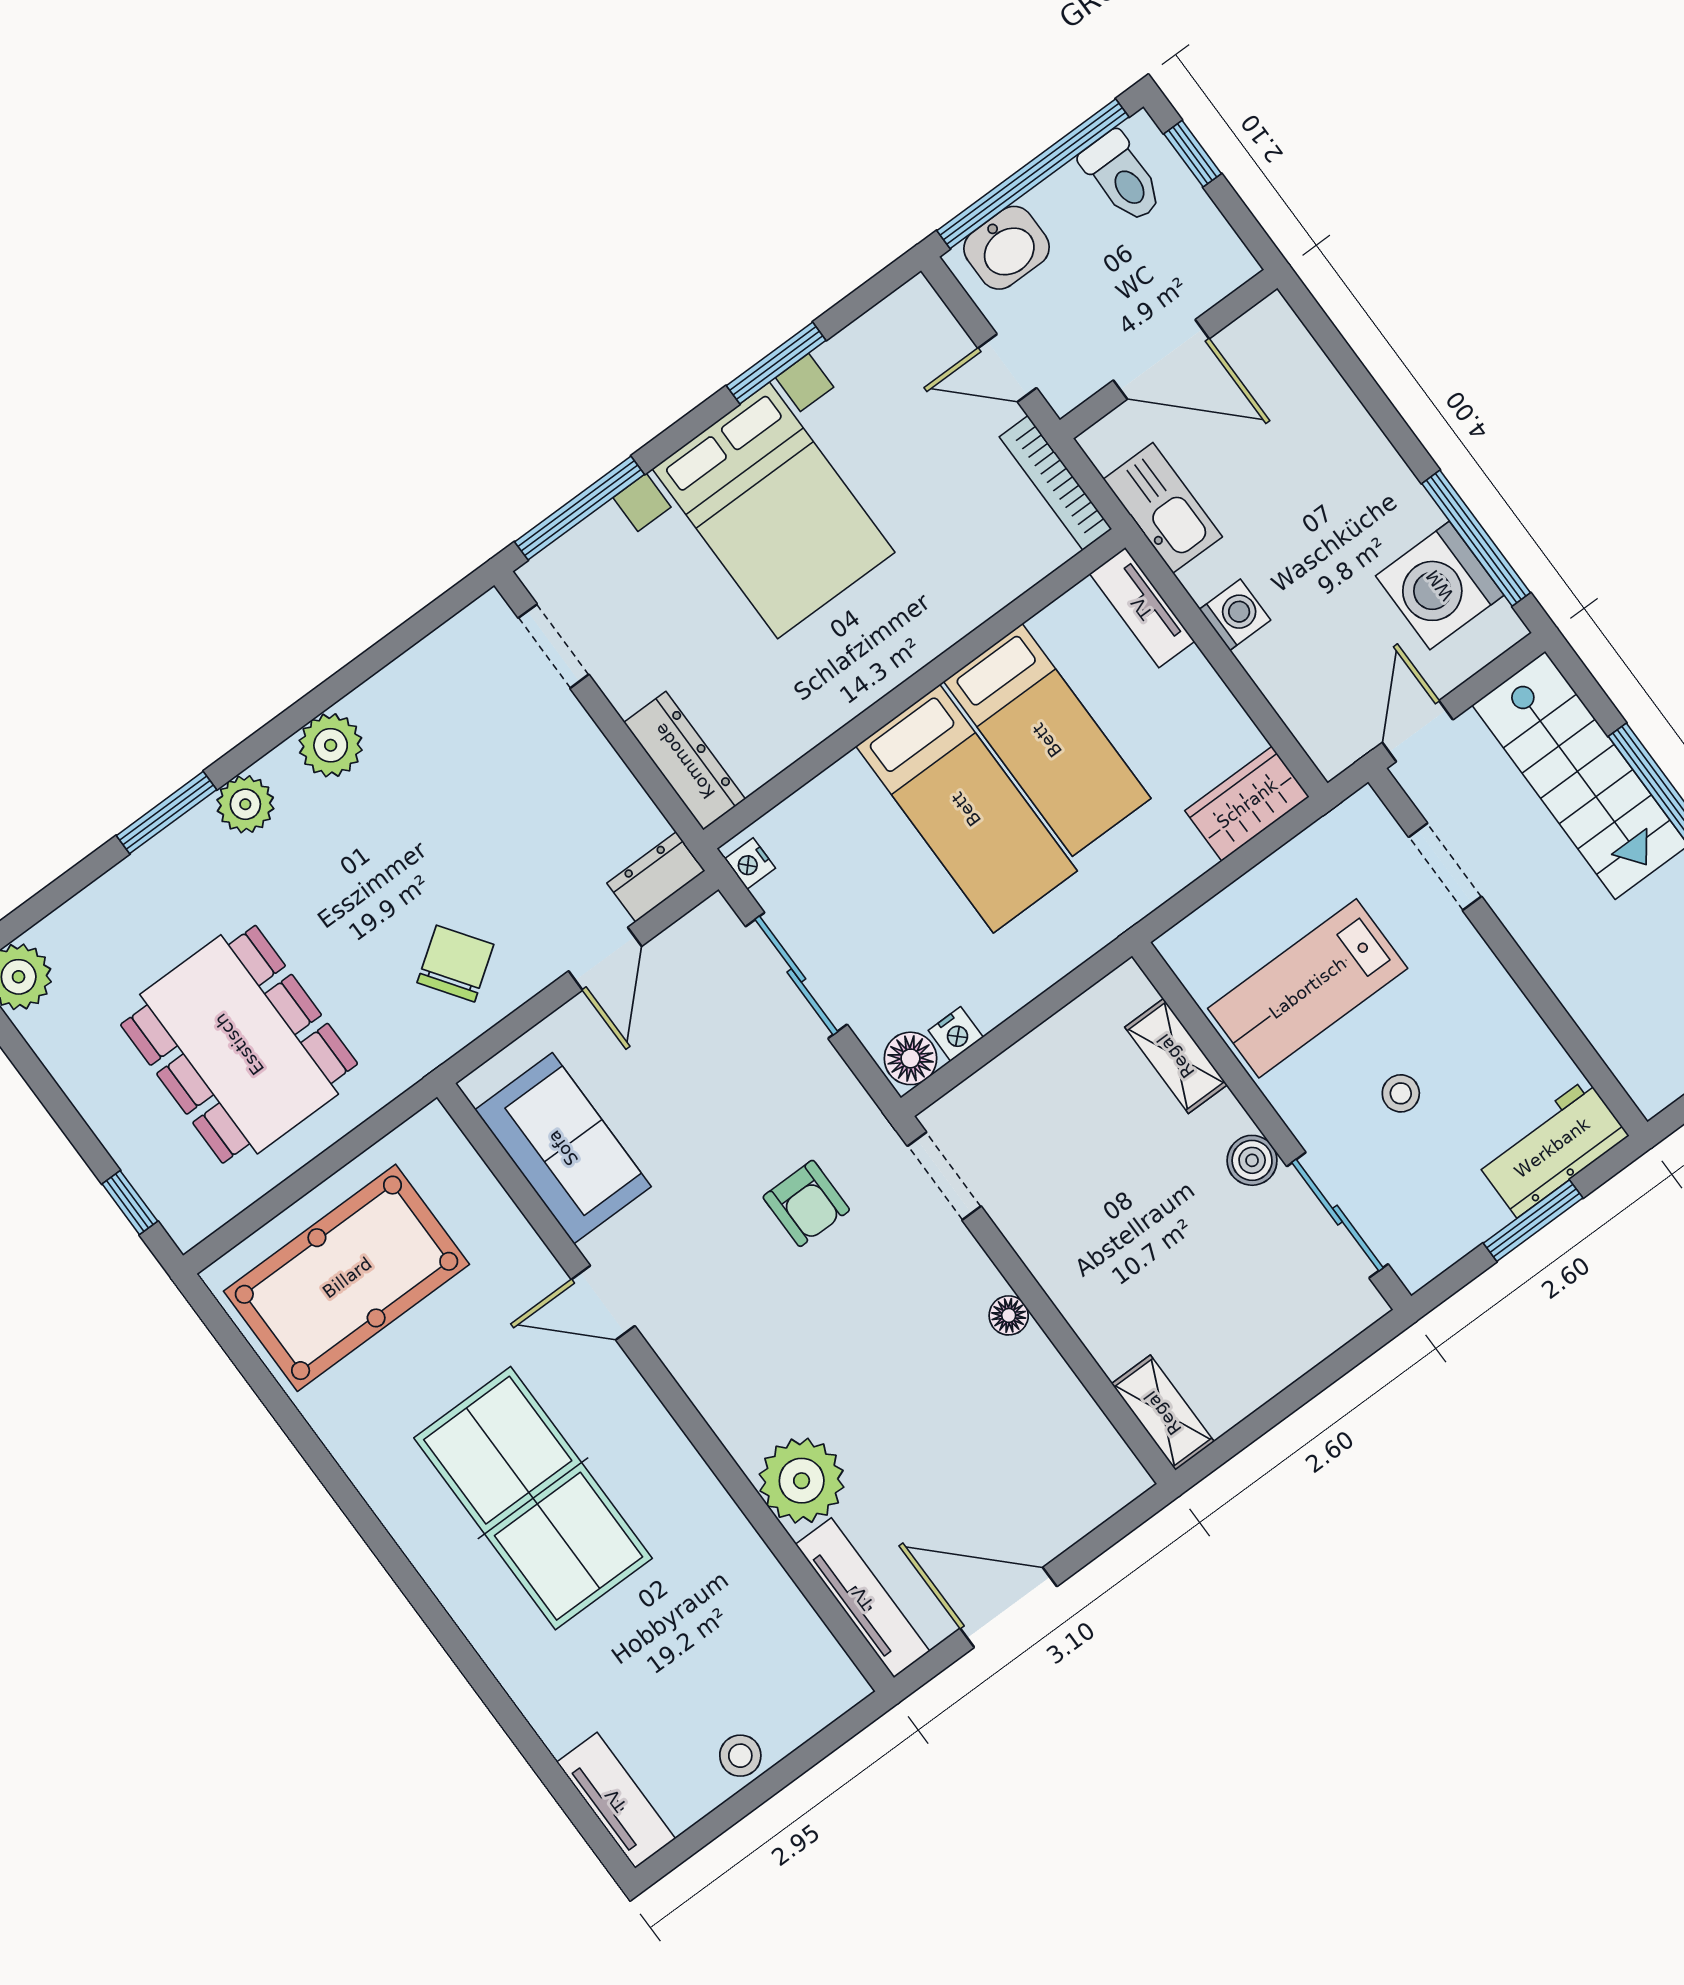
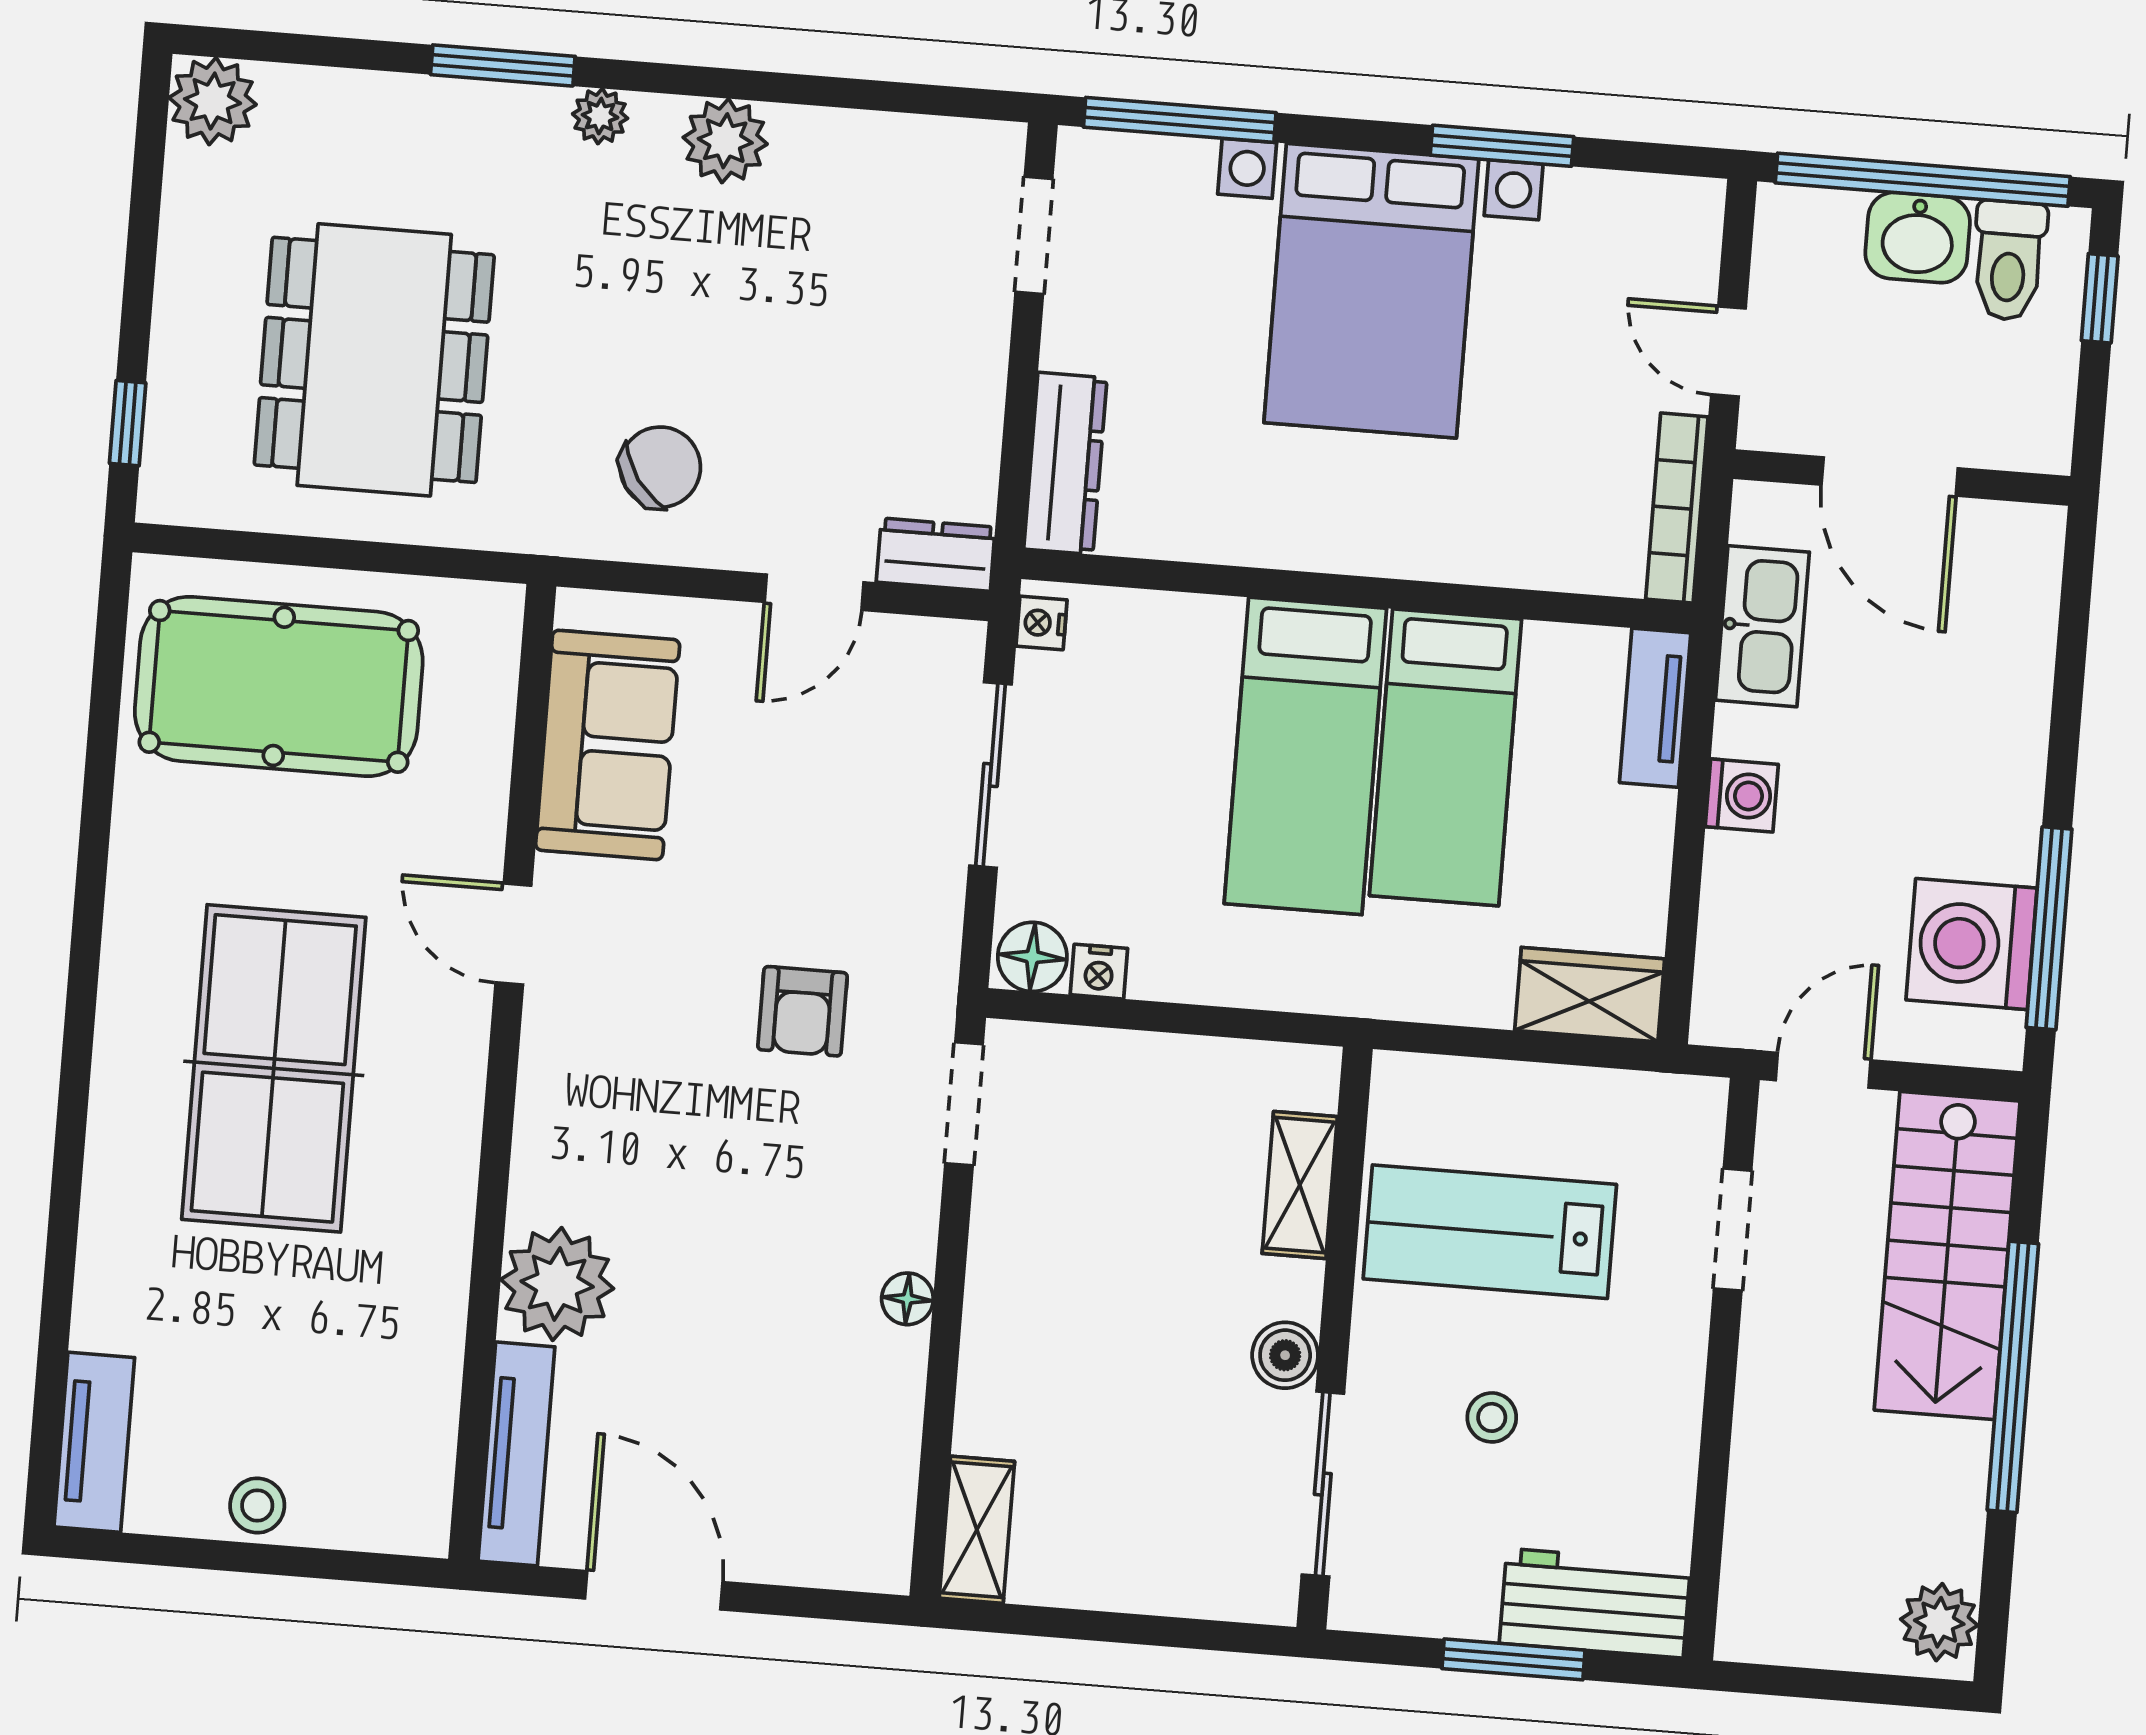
washbasin: (1007, 248) -> (1918, 238), moved
plant: (245, 804) -> (600, 116), width x0.73, depth x0.73

